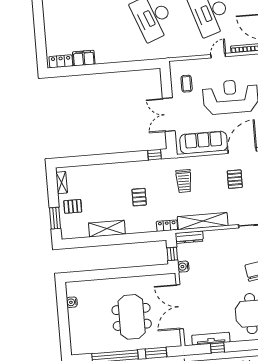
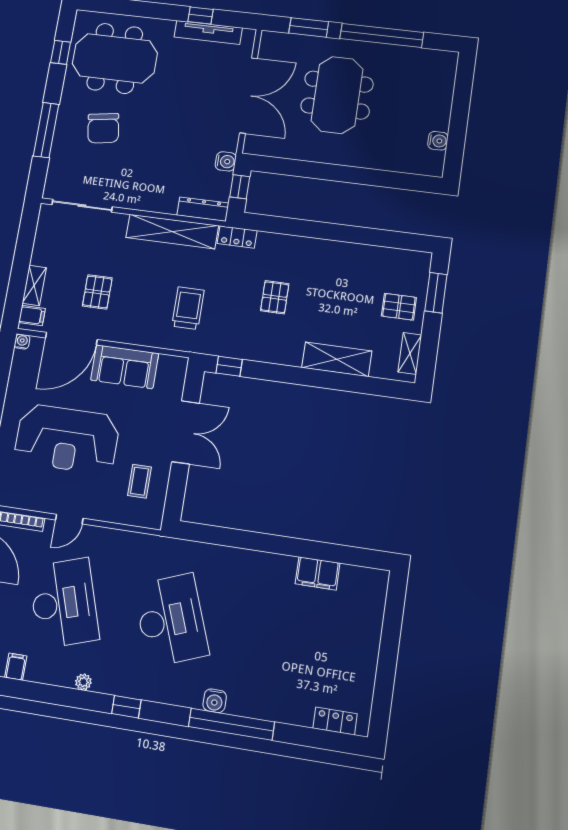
locker: (61, 61) -> (362, 577), removed
sofa: (204, 143) -> (125, 367), width x0.73
shelving: (107, 229) -> (337, 359), moved

